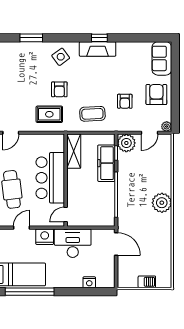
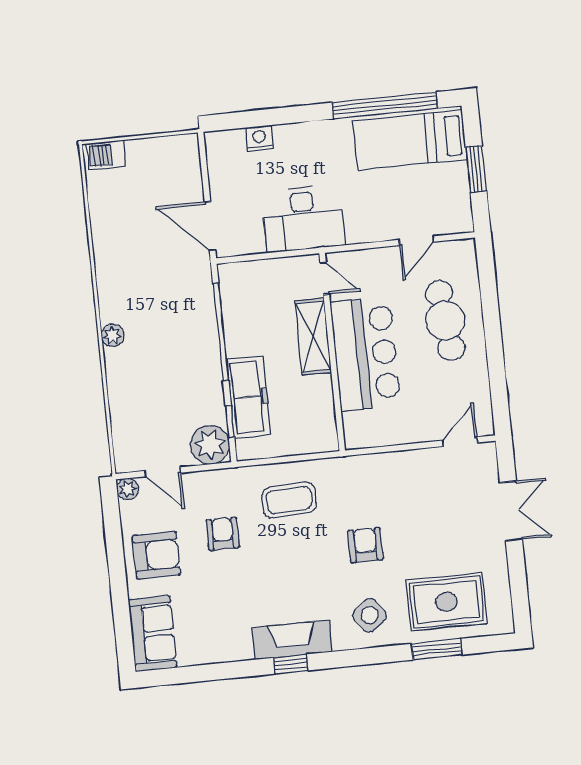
armchair: (156, 95) -> (156, 555), turned -90
rug: (49, 114) -> (446, 602), moved, width x1.36, depth x1.43
door: (150, 133) -> (163, 472), swing flipped
shelving: (74, 151) -> (313, 337), moved
plant: (162, 203) -> (112, 335), width x0.53, depth x0.53
door: (66, 215) -> (325, 278), hinge flipped
nightstand: (45, 237) -> (365, 226), removed
barbecue: (147, 282) -> (106, 155), moved

